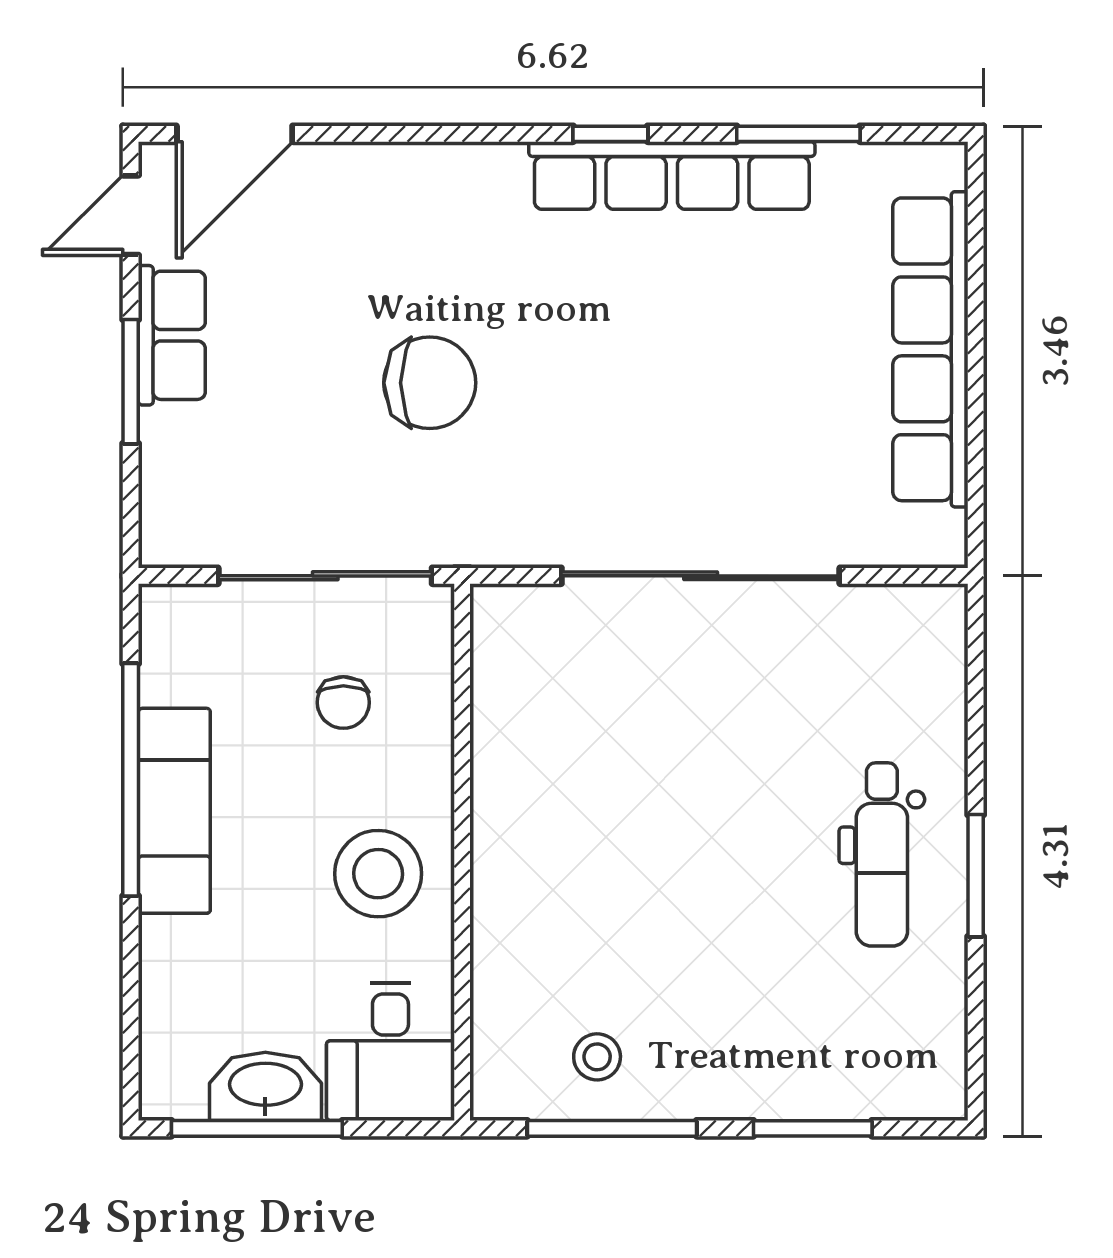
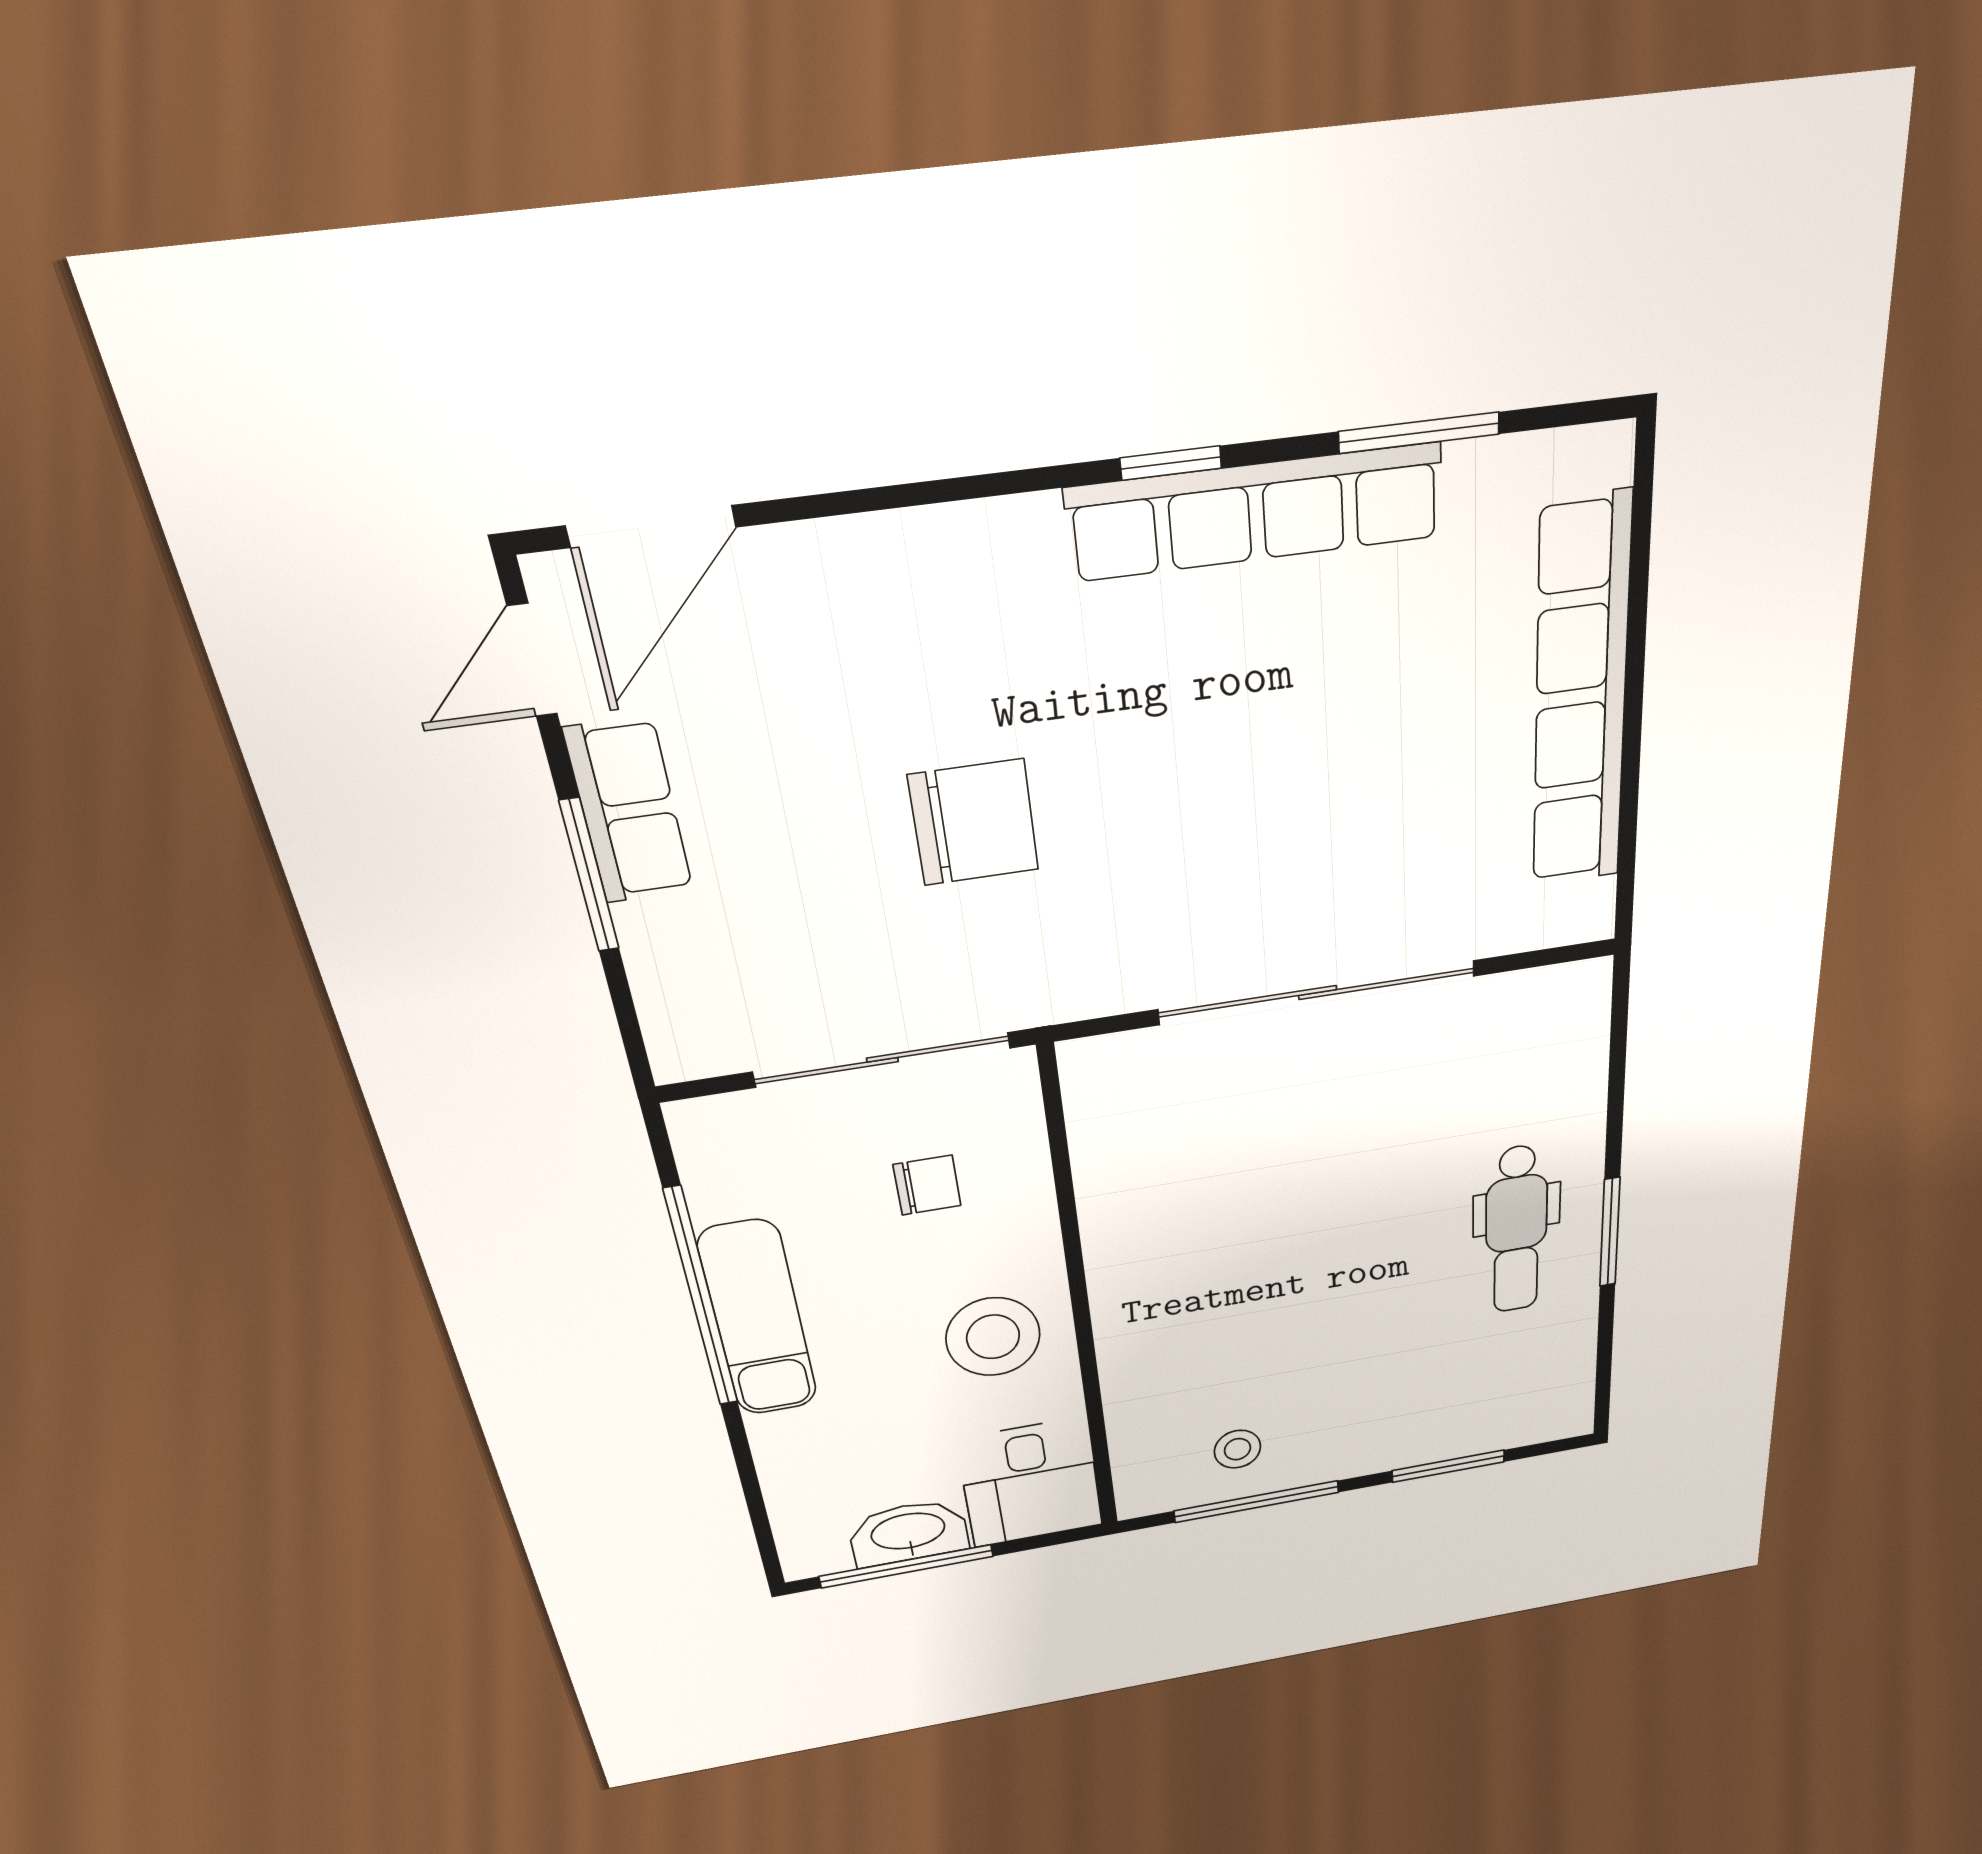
chair: (343, 702) -> (927, 1185), turned -90

